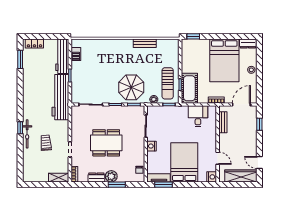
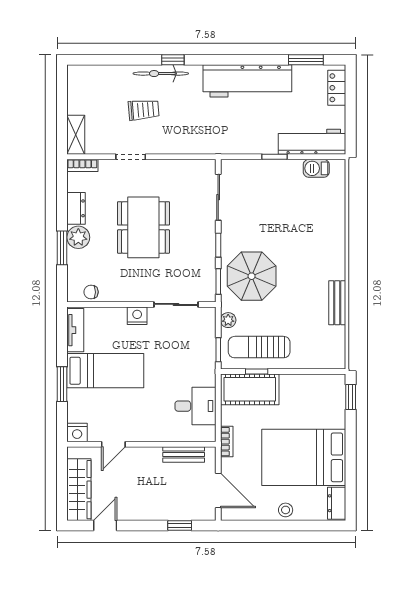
workbench: (60, 97) -> (247, 81), moved, turned 180
bed: (184, 162) -> (105, 371), width x0.67
window: (164, 185) -> (62, 384), moved

